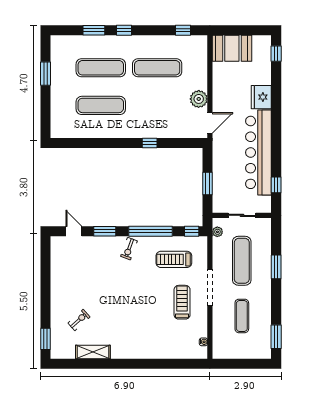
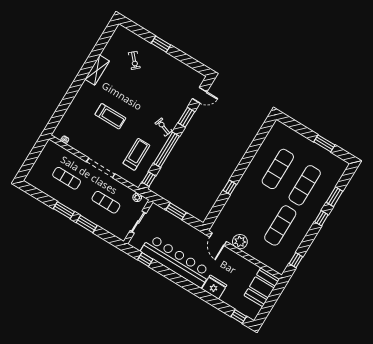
exercise mat: (242, 261) -> (106, 202), width x0.73, depth x0.69
treadmill: (182, 302) -> (110, 116), moved
window: (276, 337) -> (64, 210), moved
window: (46, 339) -> (161, 44), moved
shelving: (93, 352) -> (97, 70), moved

